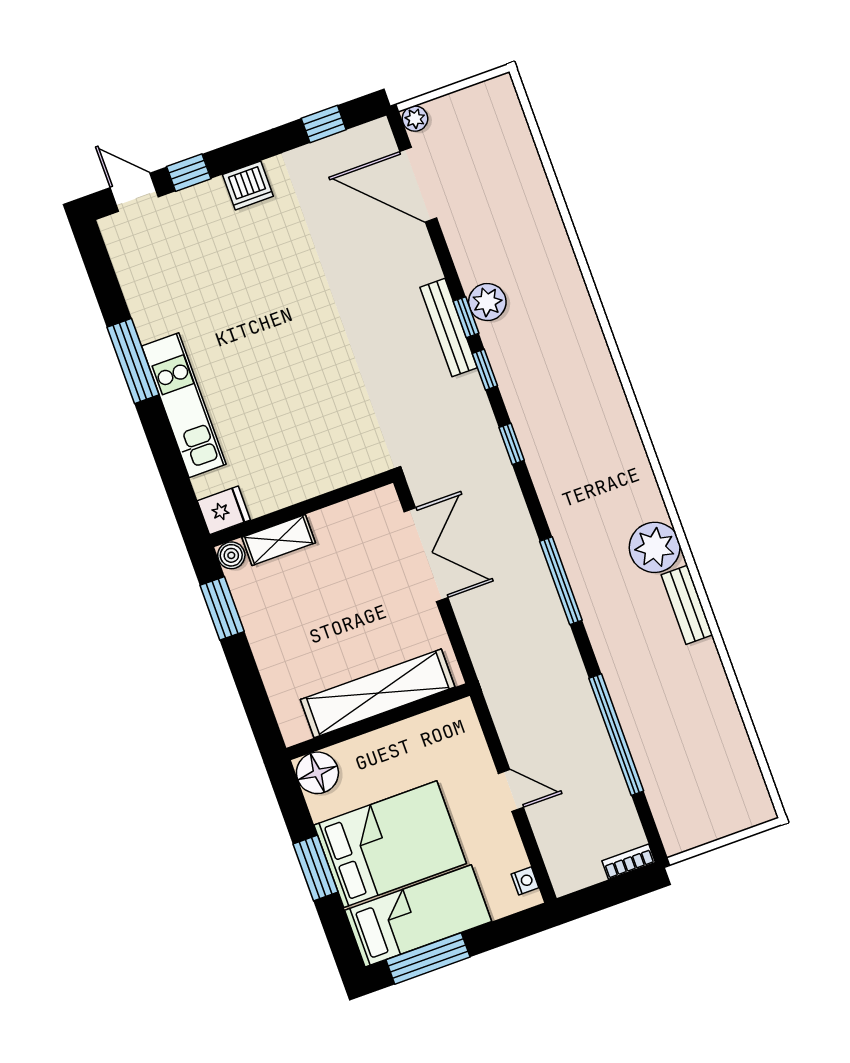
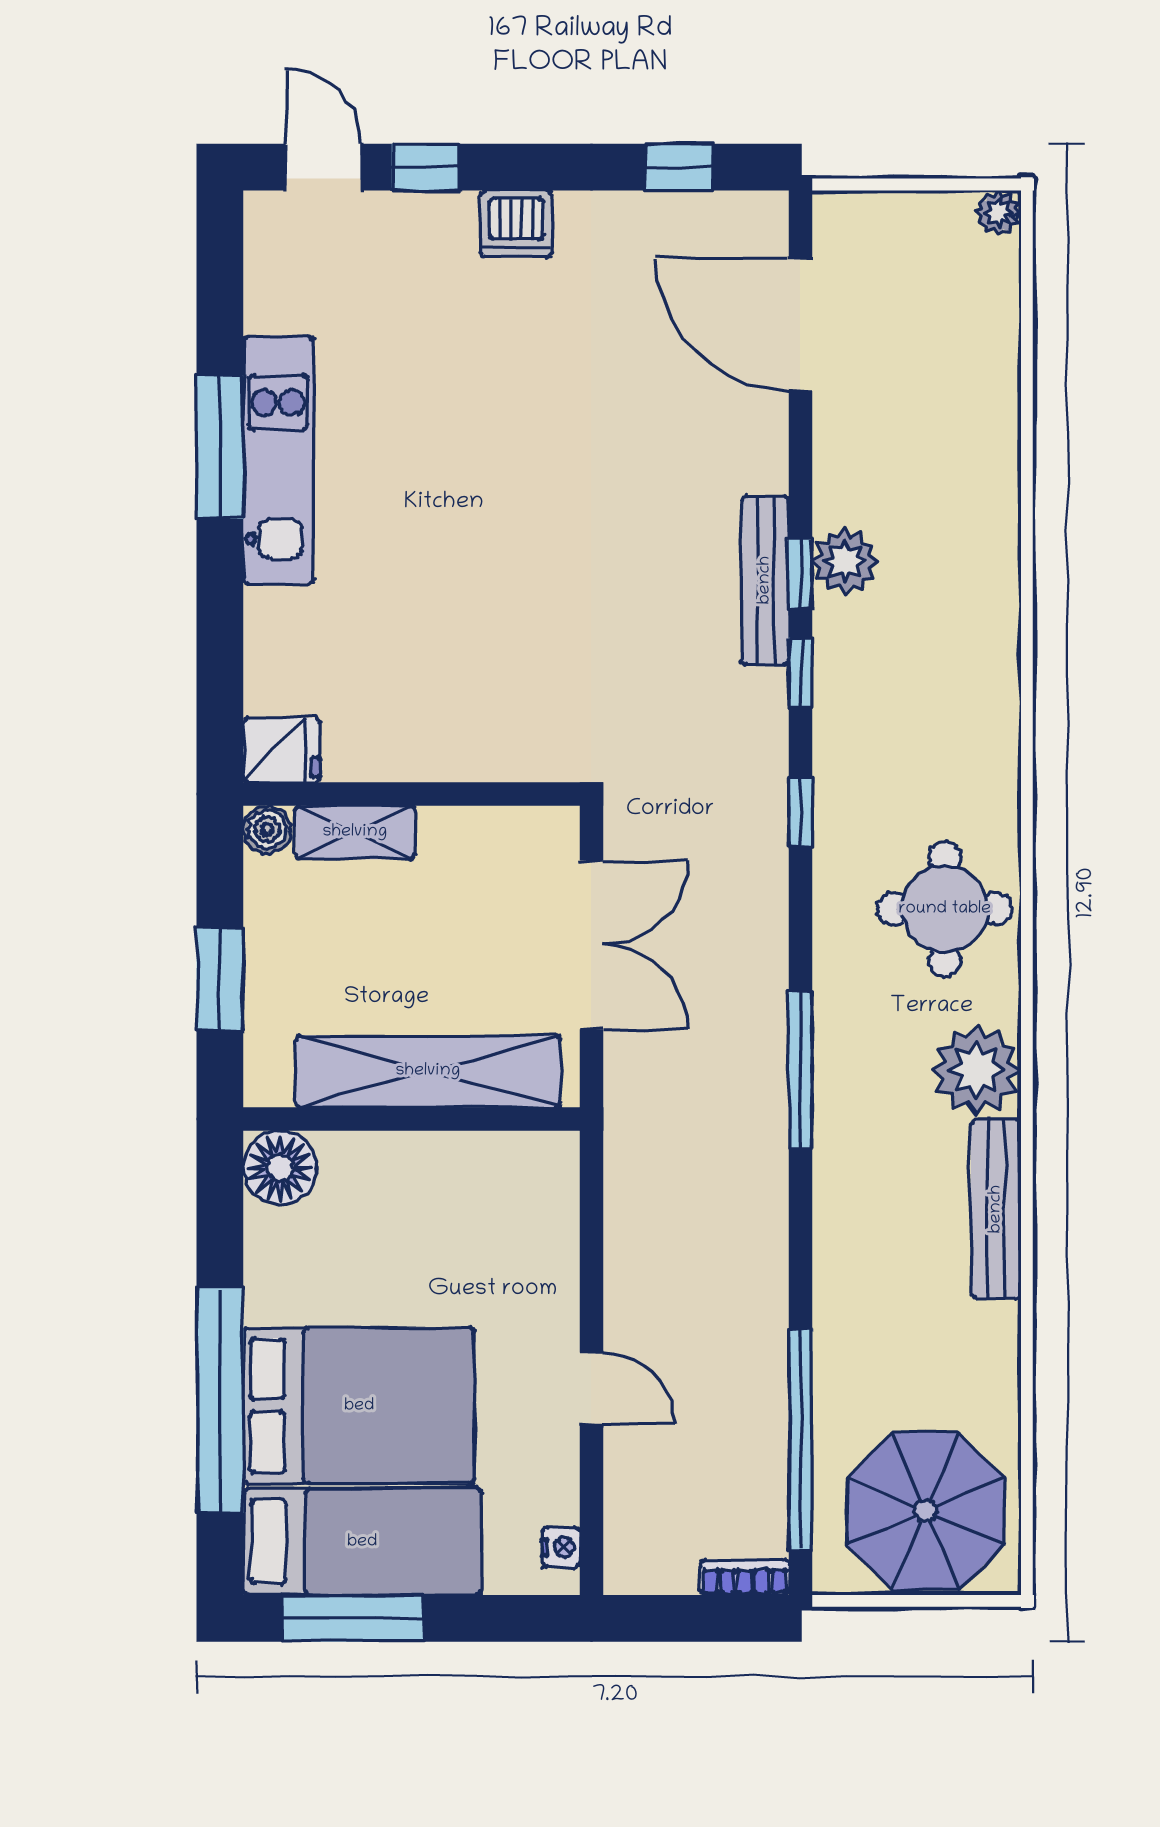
plant: (415, 119) -> (999, 213), moved
kitchen unit: (184, 405) -> (278, 460), moved
round table: (607, 468) -> (945, 909), added
bench: (687, 605) -> (996, 1209), width x1.36
window: (222, 608) -> (220, 979), moved
shelving: (378, 693) -> (428, 1071), moved
wall: (378, 722) -> (412, 1119), moved
window: (616, 735) -> (800, 1439), moved
floor lamp: (317, 773) -> (280, 1168), moved
parasol: (712, 792) -> (926, 1511), added
window: (316, 868) -> (220, 1400), width x2.11

